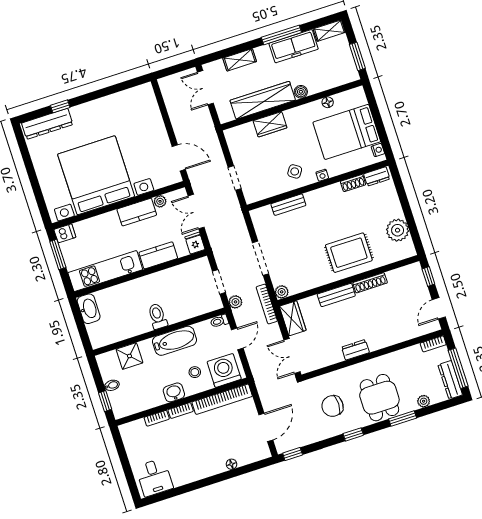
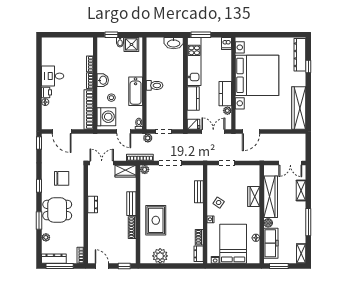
freezer: (294, 46) -> (271, 243), moved, turned 180
double door: (205, 88) -> (290, 163), swing flipped
wardrobe: (123, 101) -> (299, 108), added
window: (58, 254) -> (201, 35), moved
shower: (129, 356) -> (131, 44), moved
chair: (332, 406) -> (62, 178), turned 90
printer: (217, 467) -> (47, 92), added
desk: (154, 477) -> (53, 76), moved

